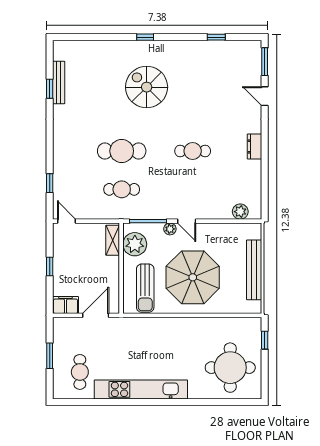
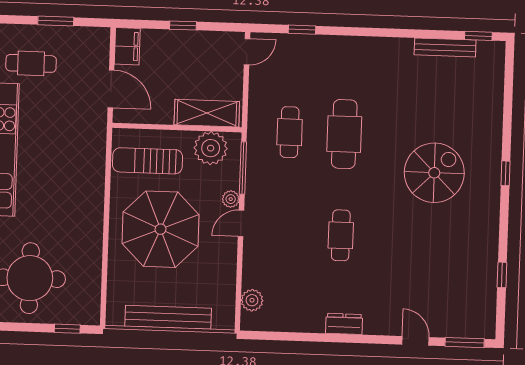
window: (50, 89) -> (478, 36), moved
door: (265, 96) -> (416, 341), hinge flipped
shelving: (113, 240) -> (207, 113), width x1.50, depth x1.33

